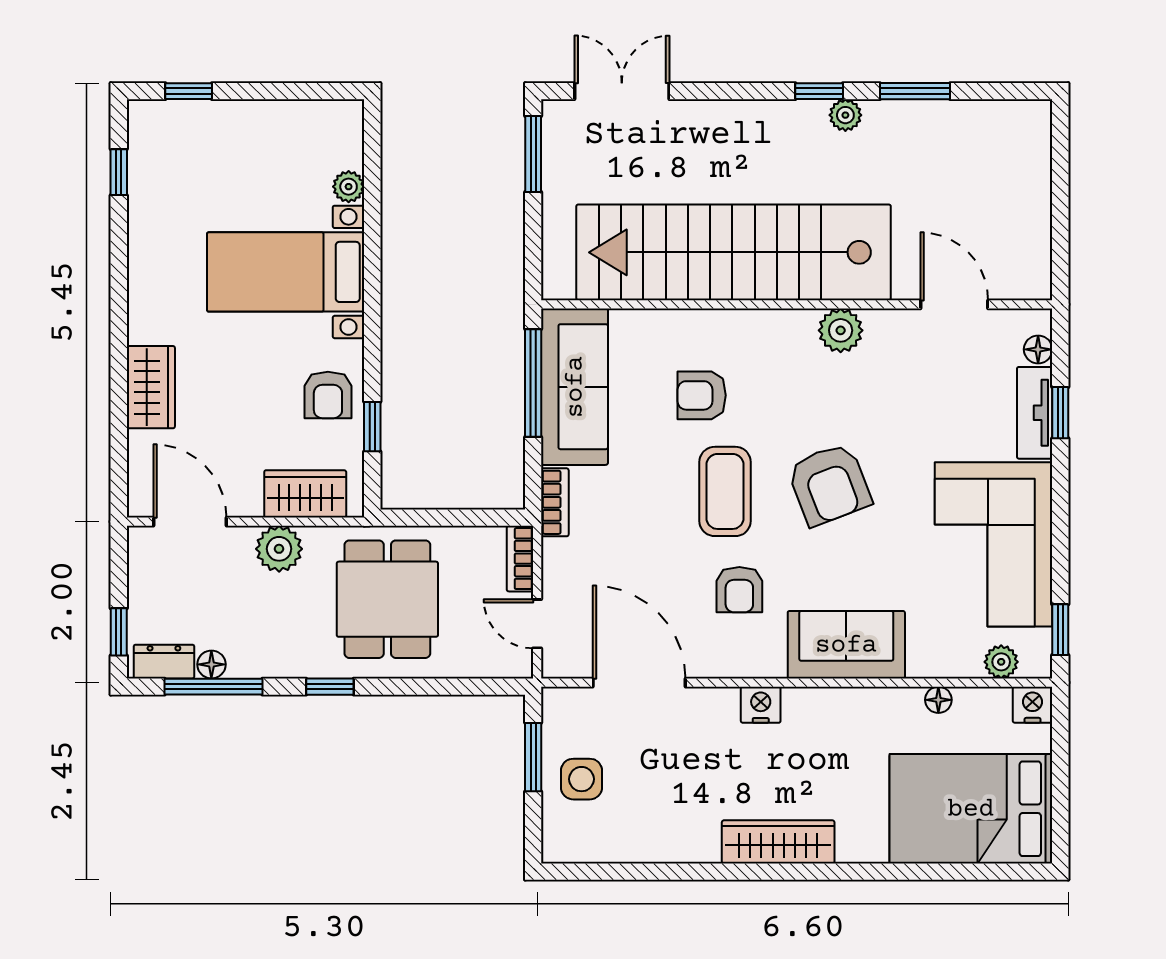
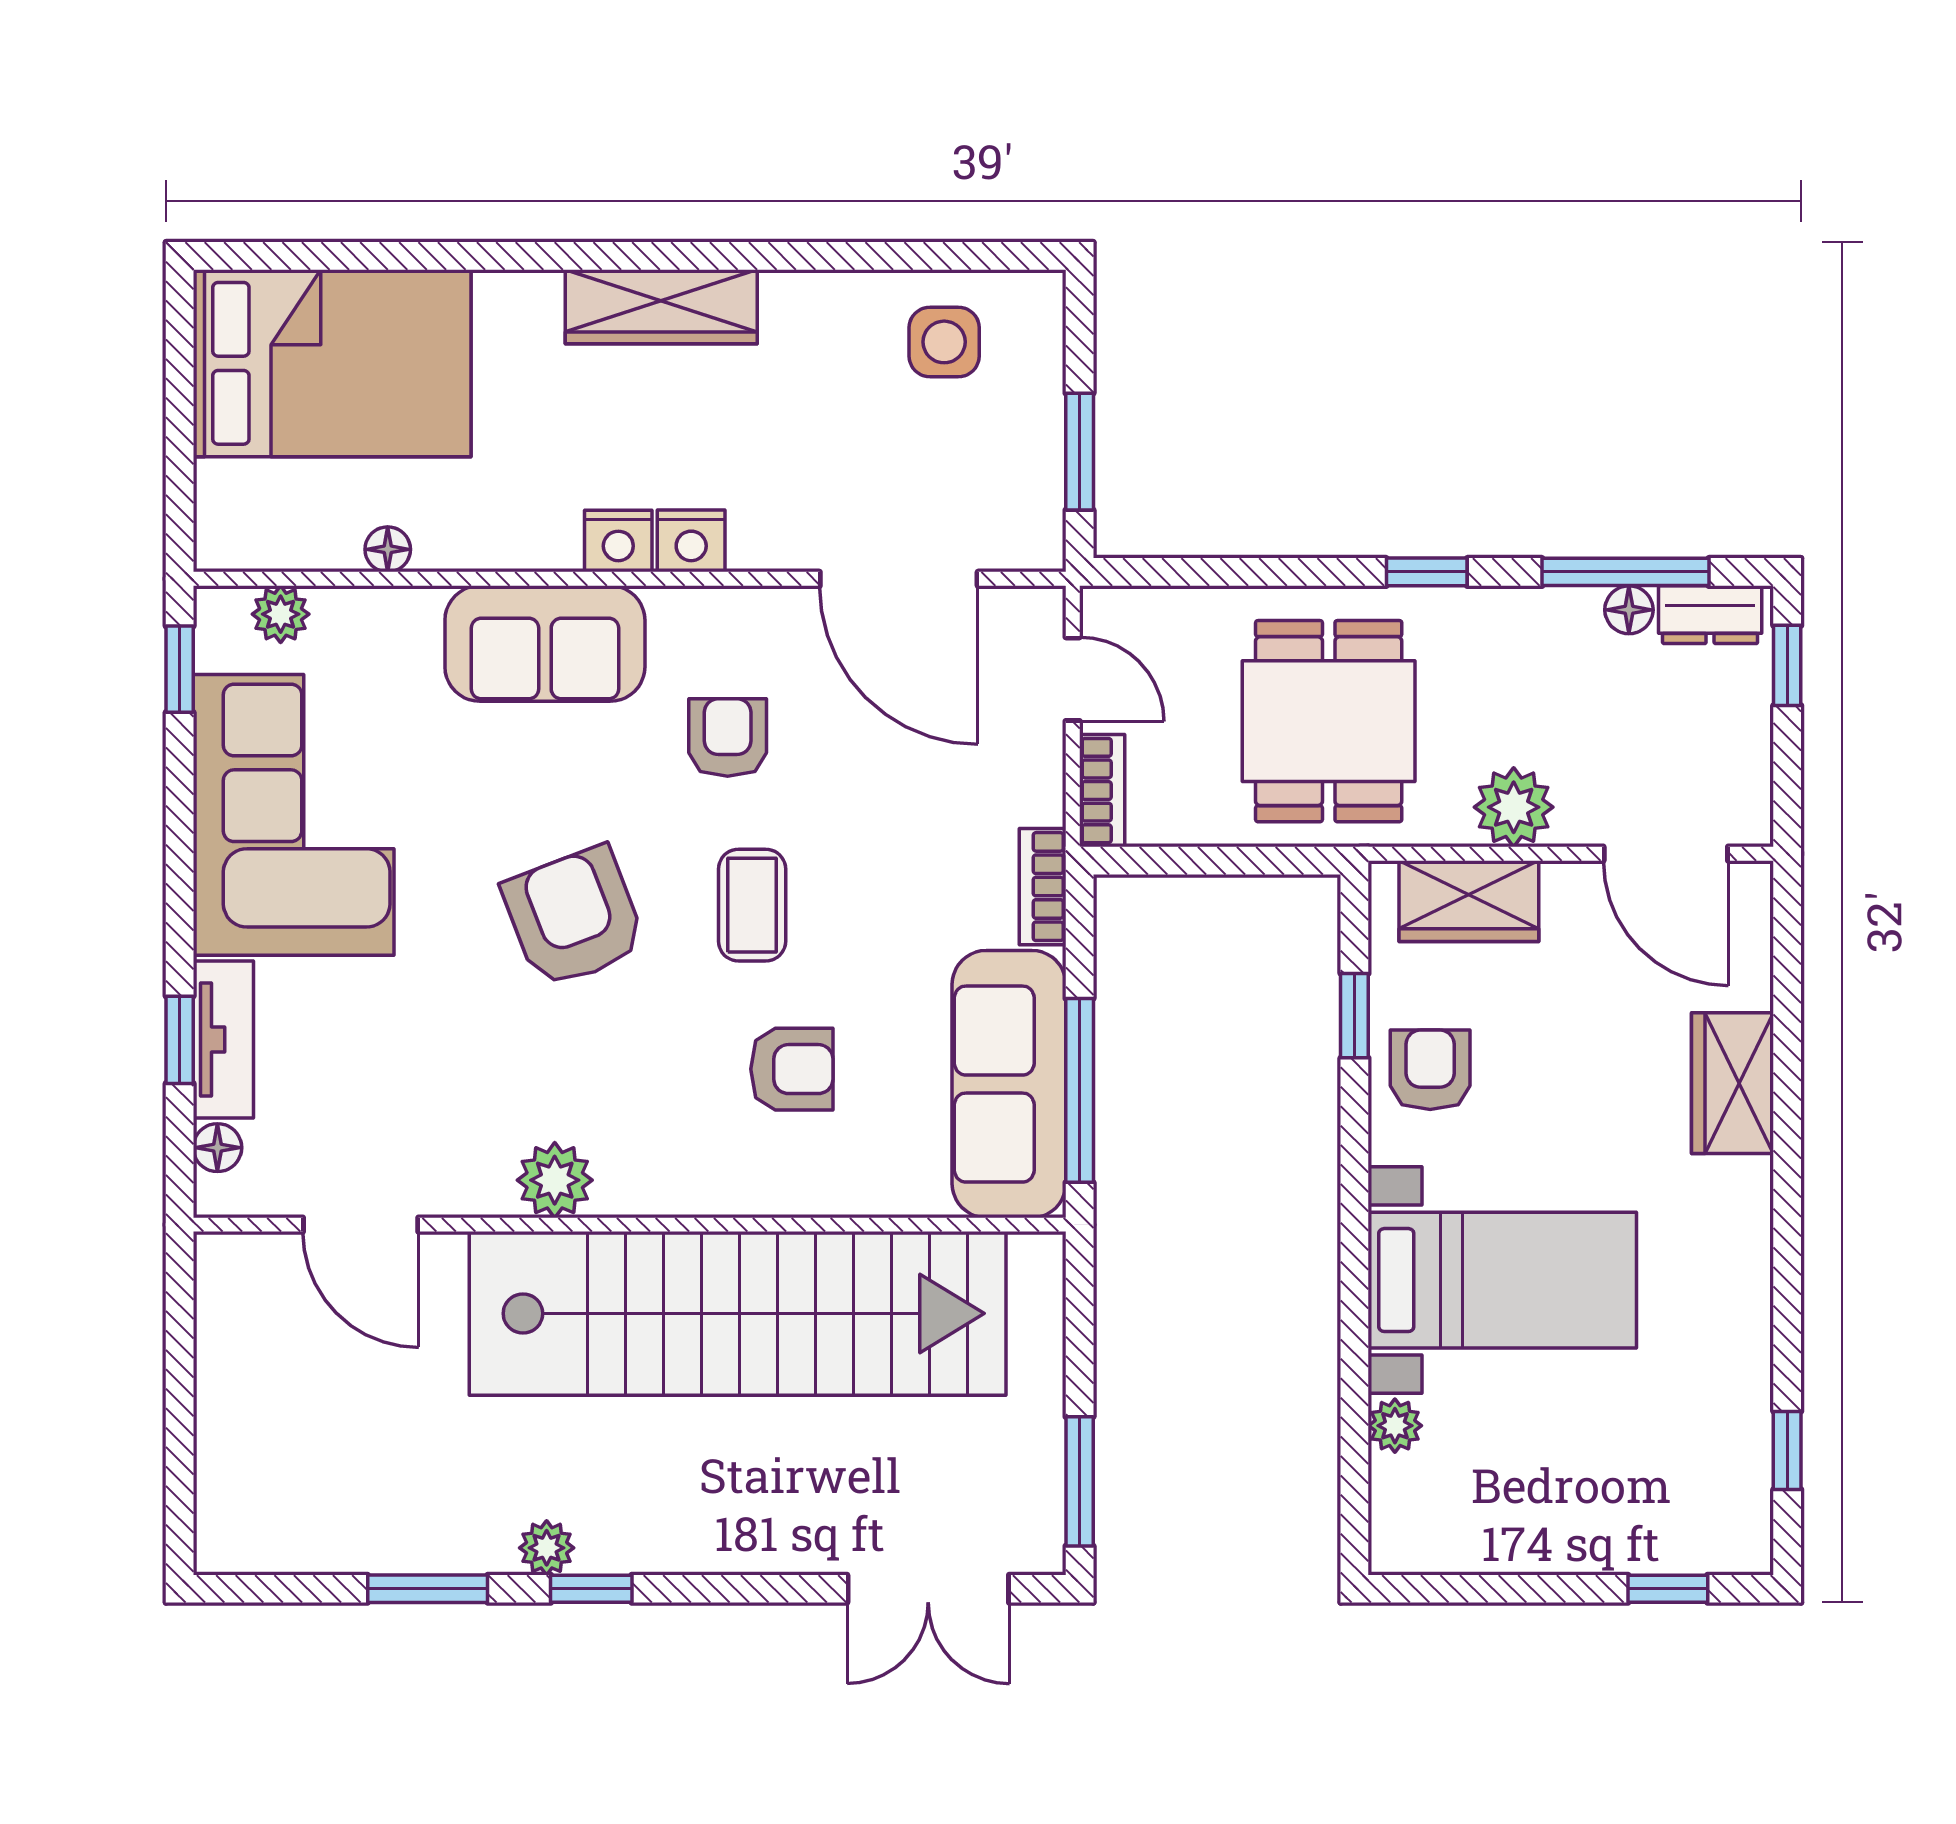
coffee table: (725, 491) -> (752, 905), width x0.73, depth x0.77
nightstand: (1033, 705) -> (618, 541), moved
side table: (582, 779) -> (944, 342), moved

